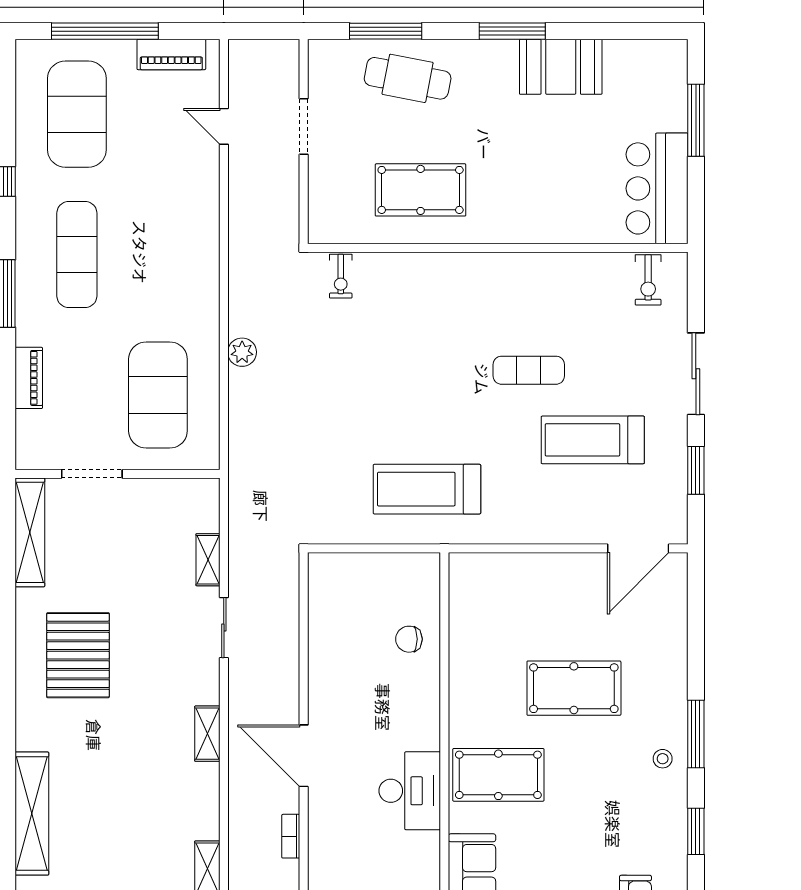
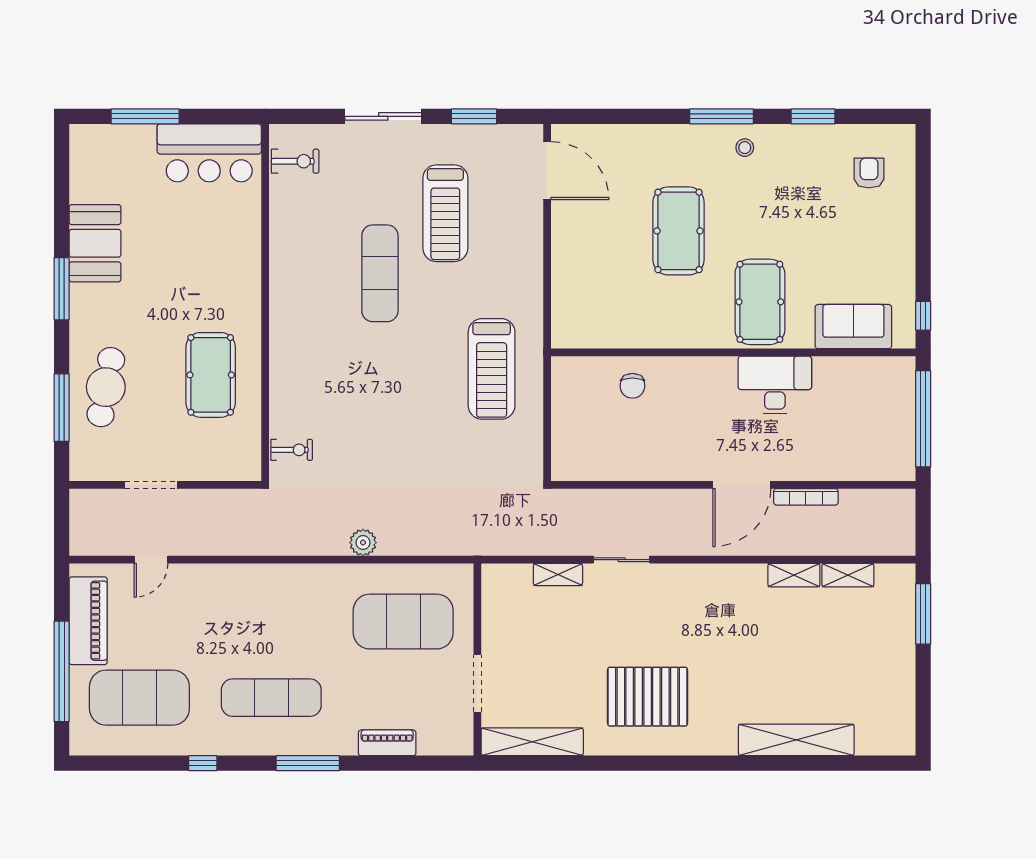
piano: (171, 54) -> (88, 621), width x1.37, depth x1.33
exercise mat: (529, 370) -> (380, 273), width x1.36, depth x1.45
shelving: (207, 734) -> (794, 575), moved
bookcase: (291, 836) -> (806, 497), width x1.56

